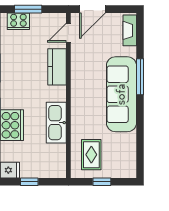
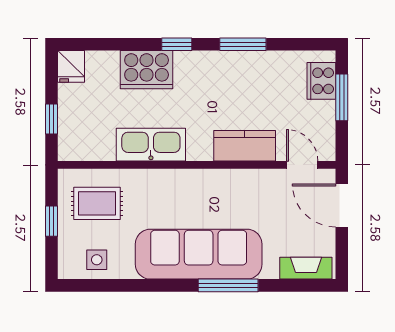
side table: (125, 155) -> (97, 260), added
window: (29, 182) -> (51, 119), moved

